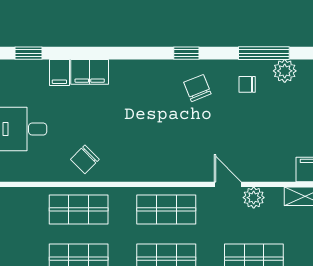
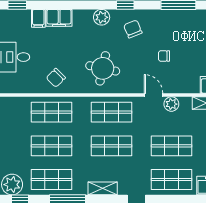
plant: (285, 71) -> (102, 17), moved
chair: (247, 84) -> (164, 56), moved
round table: (153, 146) -> (103, 68), added

